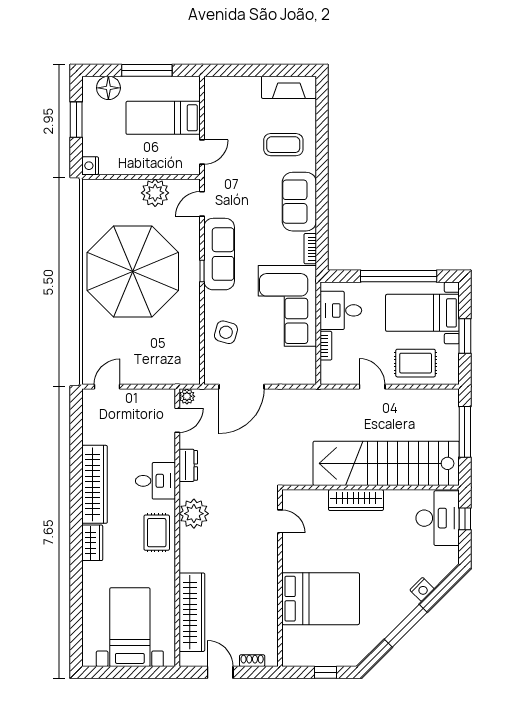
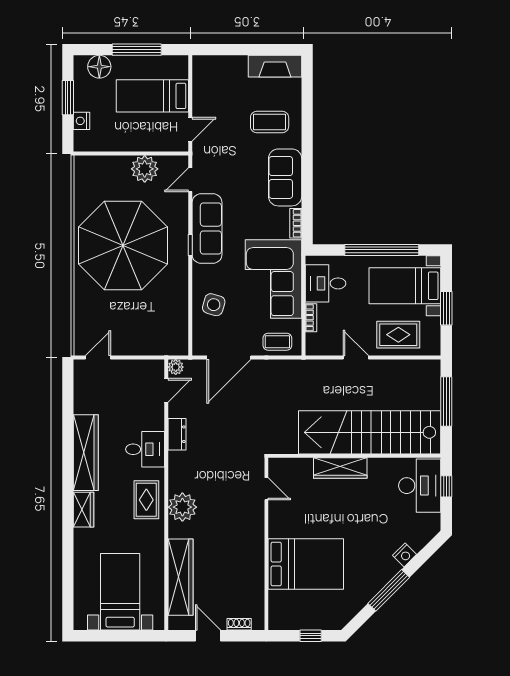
nightstand: (90, 166) -> (82, 121), moved
coffee table: (291, 370) -> (277, 342), added
plant: (194, 514) -> (182, 507), moved

